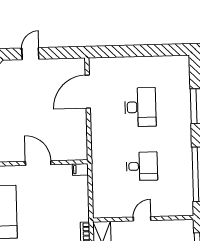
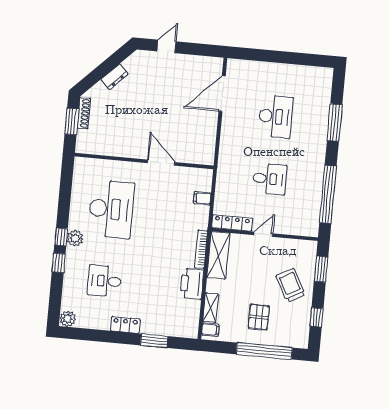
filing cabinet: (80, 169) -> (202, 198), moved
locker: (112, 212) -> (232, 223), added

